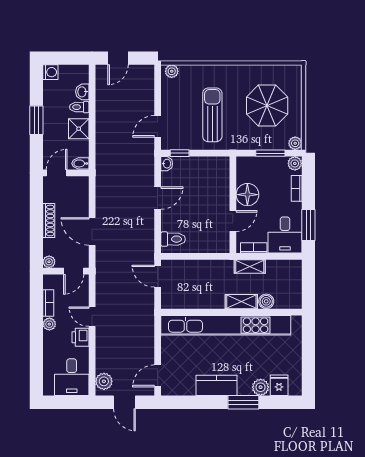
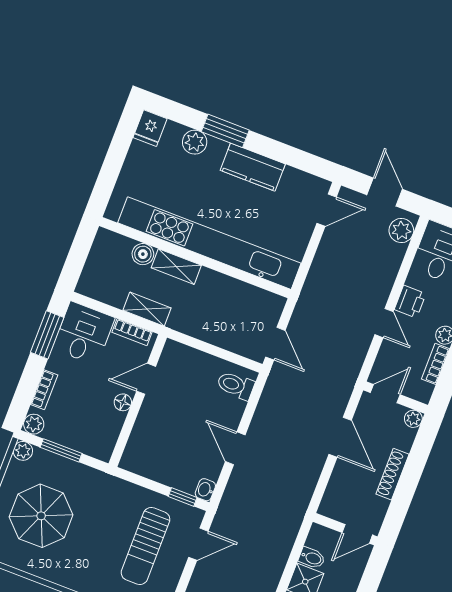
sun lounger: (212, 115) -> (146, 546), moved
bidet: (80, 163) -> (312, 558), moved
floor lamp: (247, 195) -> (123, 402), width x0.53, depth x0.53
door: (158, 198) -> (235, 448), hinge flipped
fridge: (279, 385) -> (150, 128), moved

